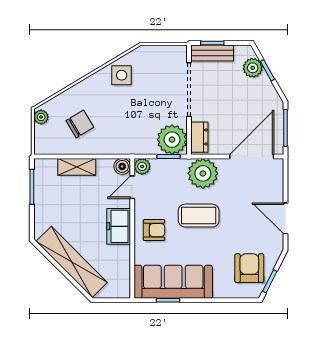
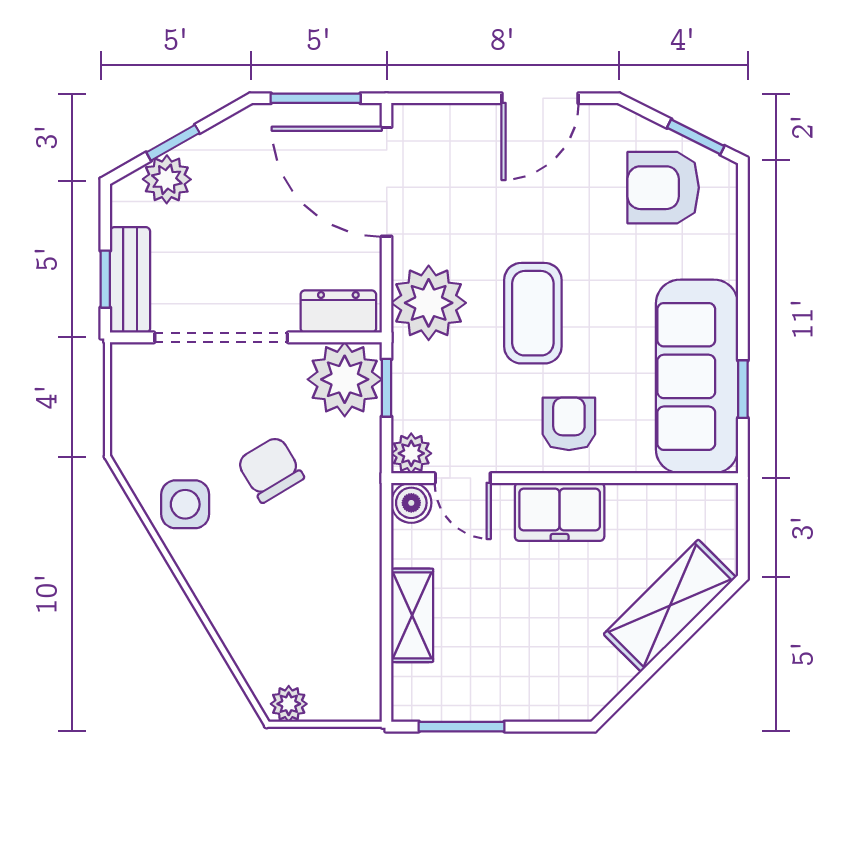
chair: (80, 124) -> (270, 469), moved
shelving: (72, 262) -> (670, 606), width x0.68

